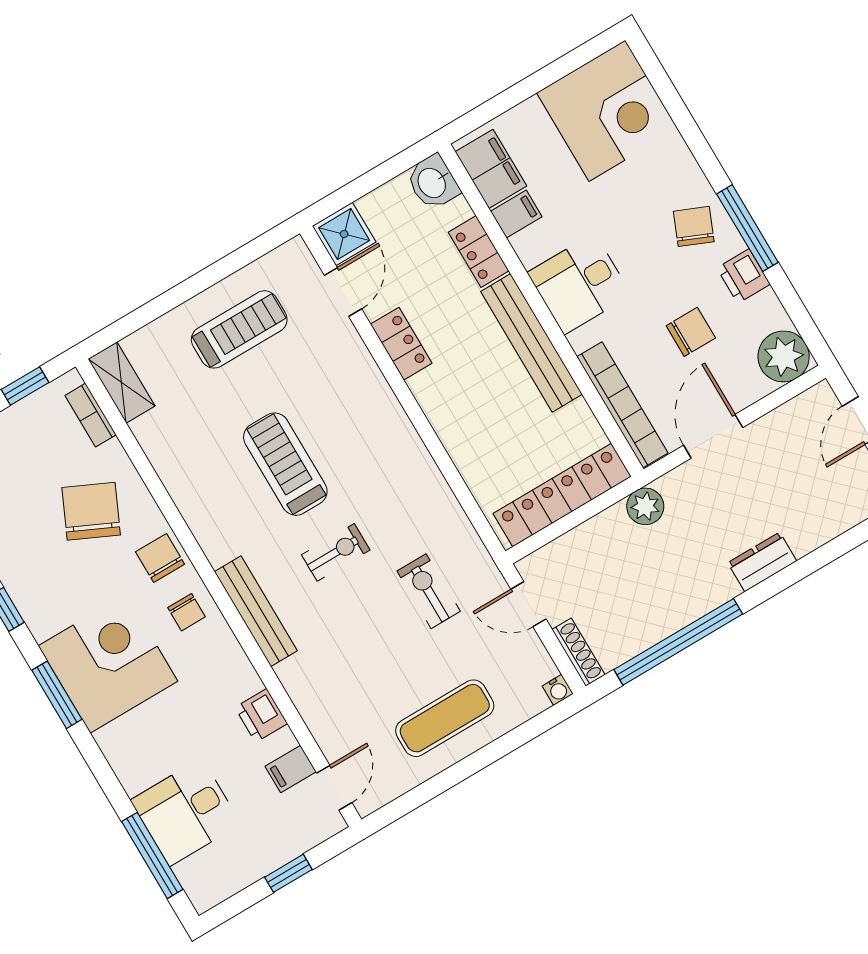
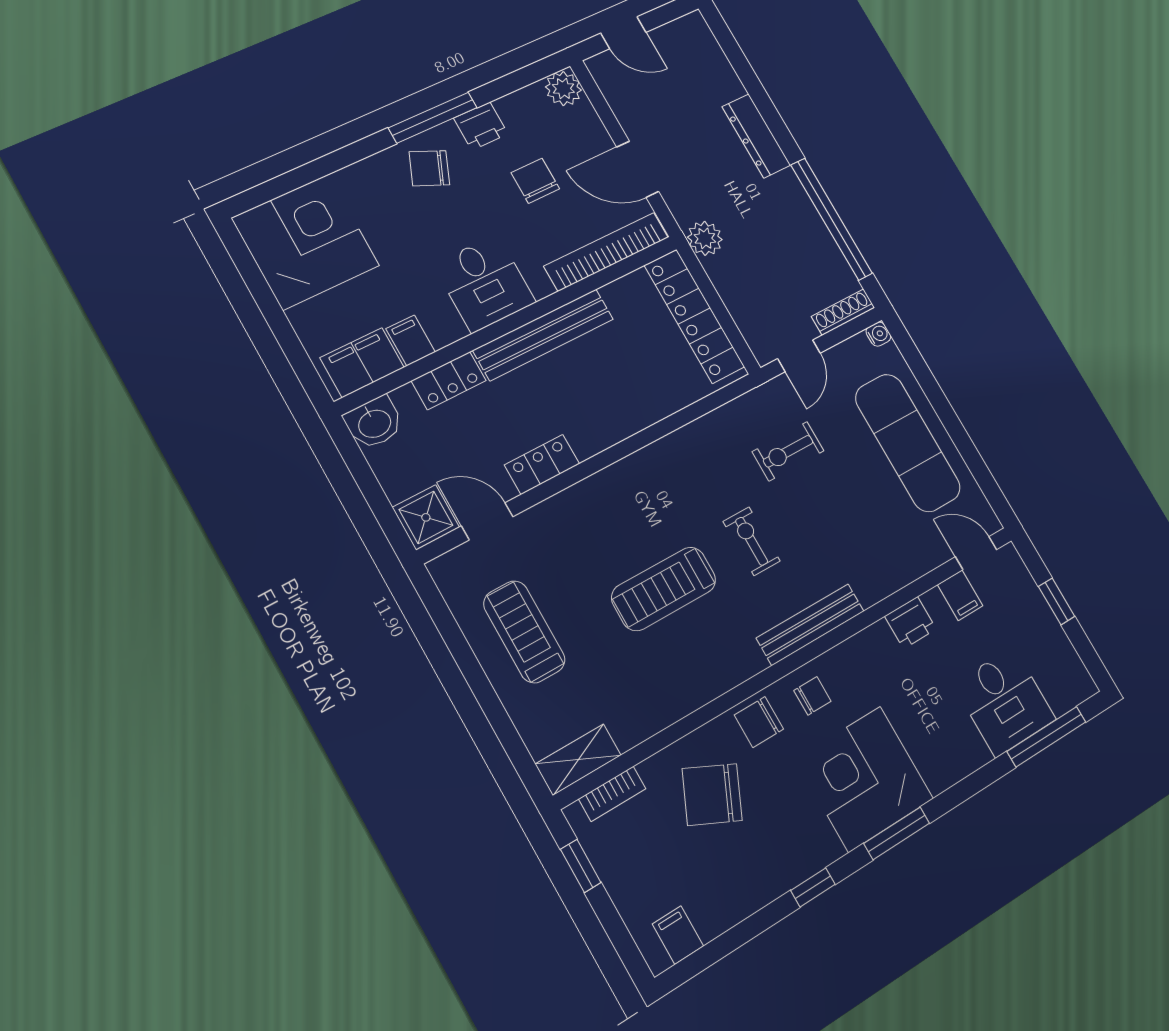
plant: (784, 356) -> (563, 89), width x0.73, depth x0.73
dresser: (762, 562) -> (756, 136), width x1.44
exercise mat: (445, 718) -> (908, 443), width x1.36, depth x1.45

